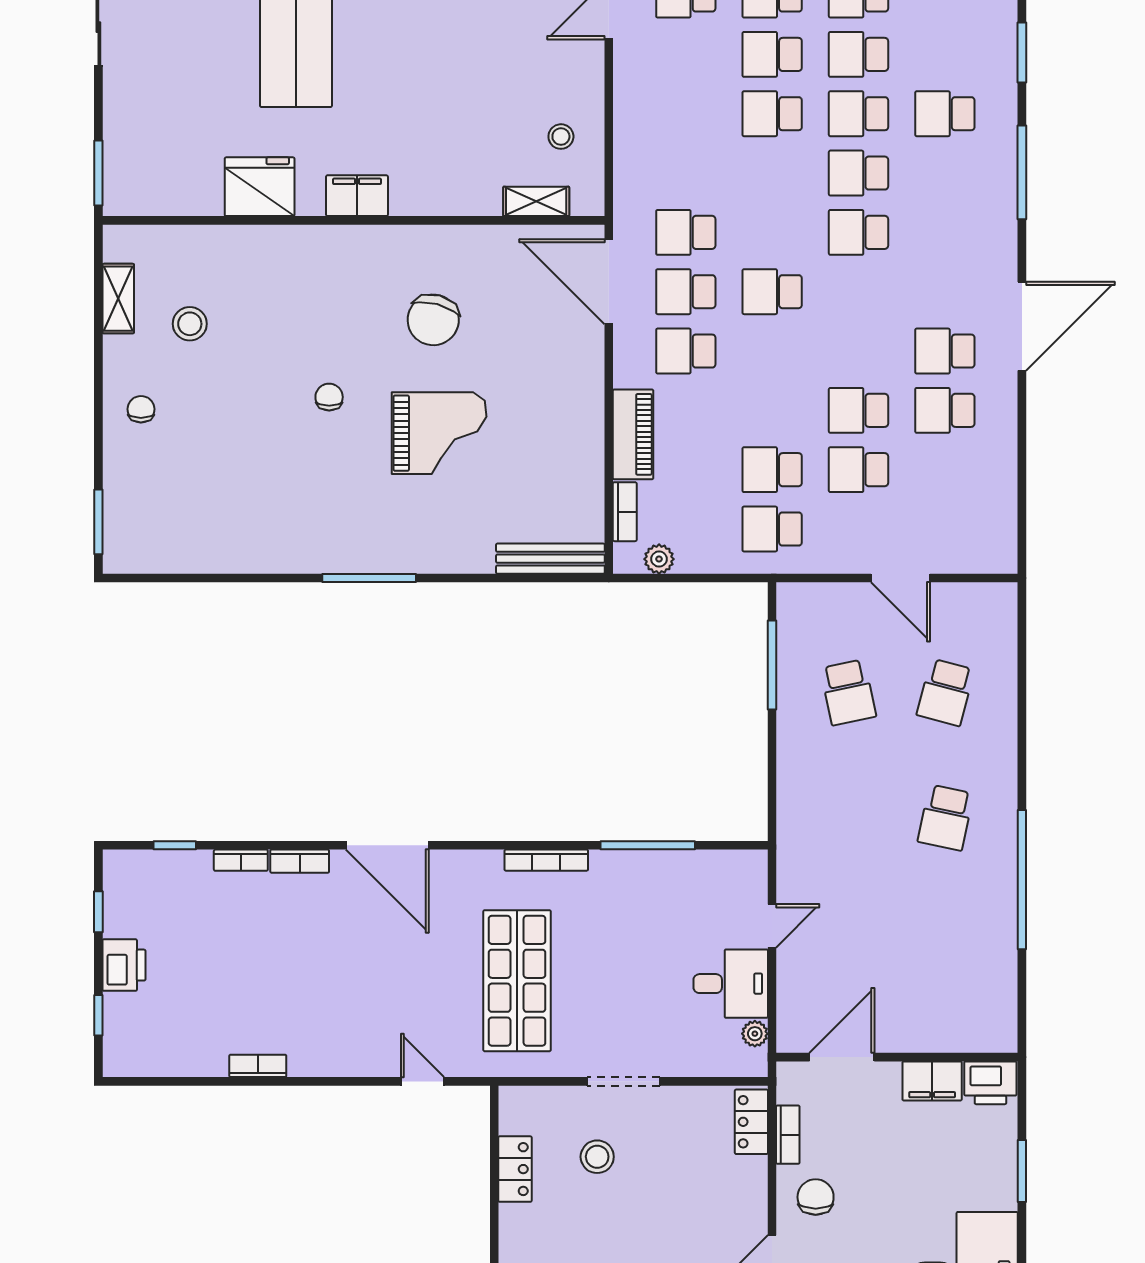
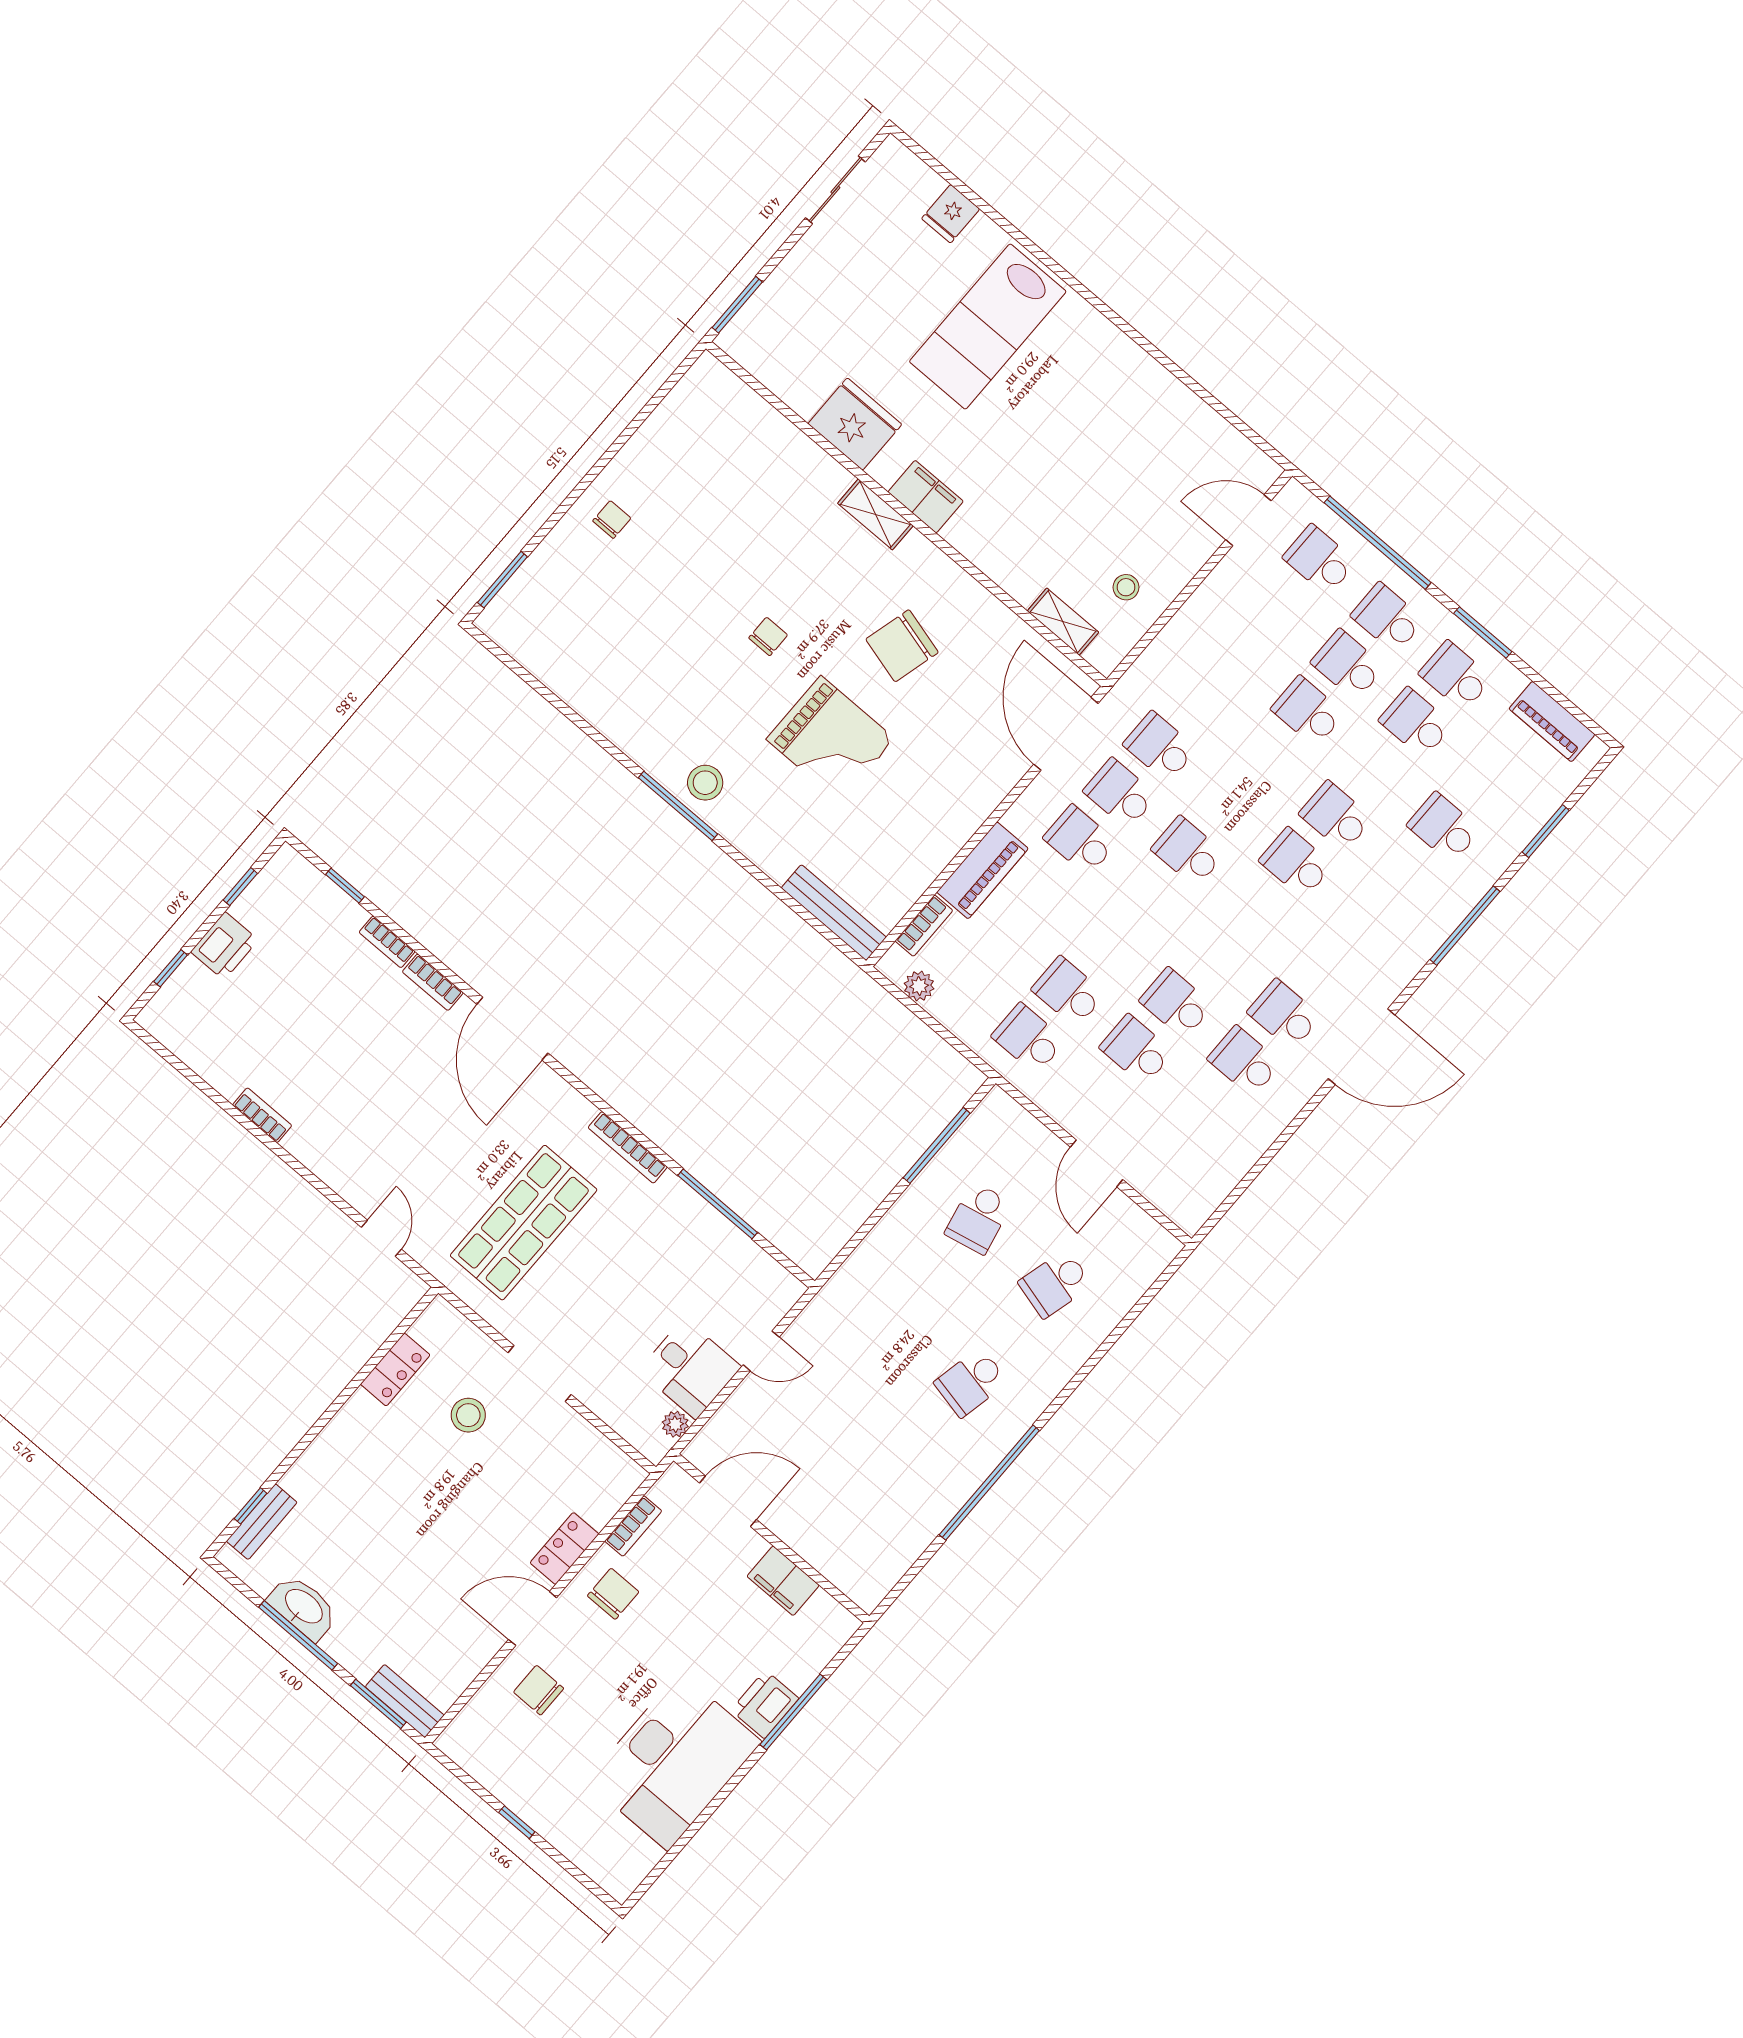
school desk: (859, 114) -> (1376, 769), removed
shelving: (118, 299) -> (875, 514), moved, turned 90
stool: (190, 324) -> (705, 783), moved
printer: (990, 1083) -> (765, 1704), moved, turned 90
locker: (751, 1122) -> (564, 1548), moved
window: (1022, 1171) -> (793, 1712), width x1.44

